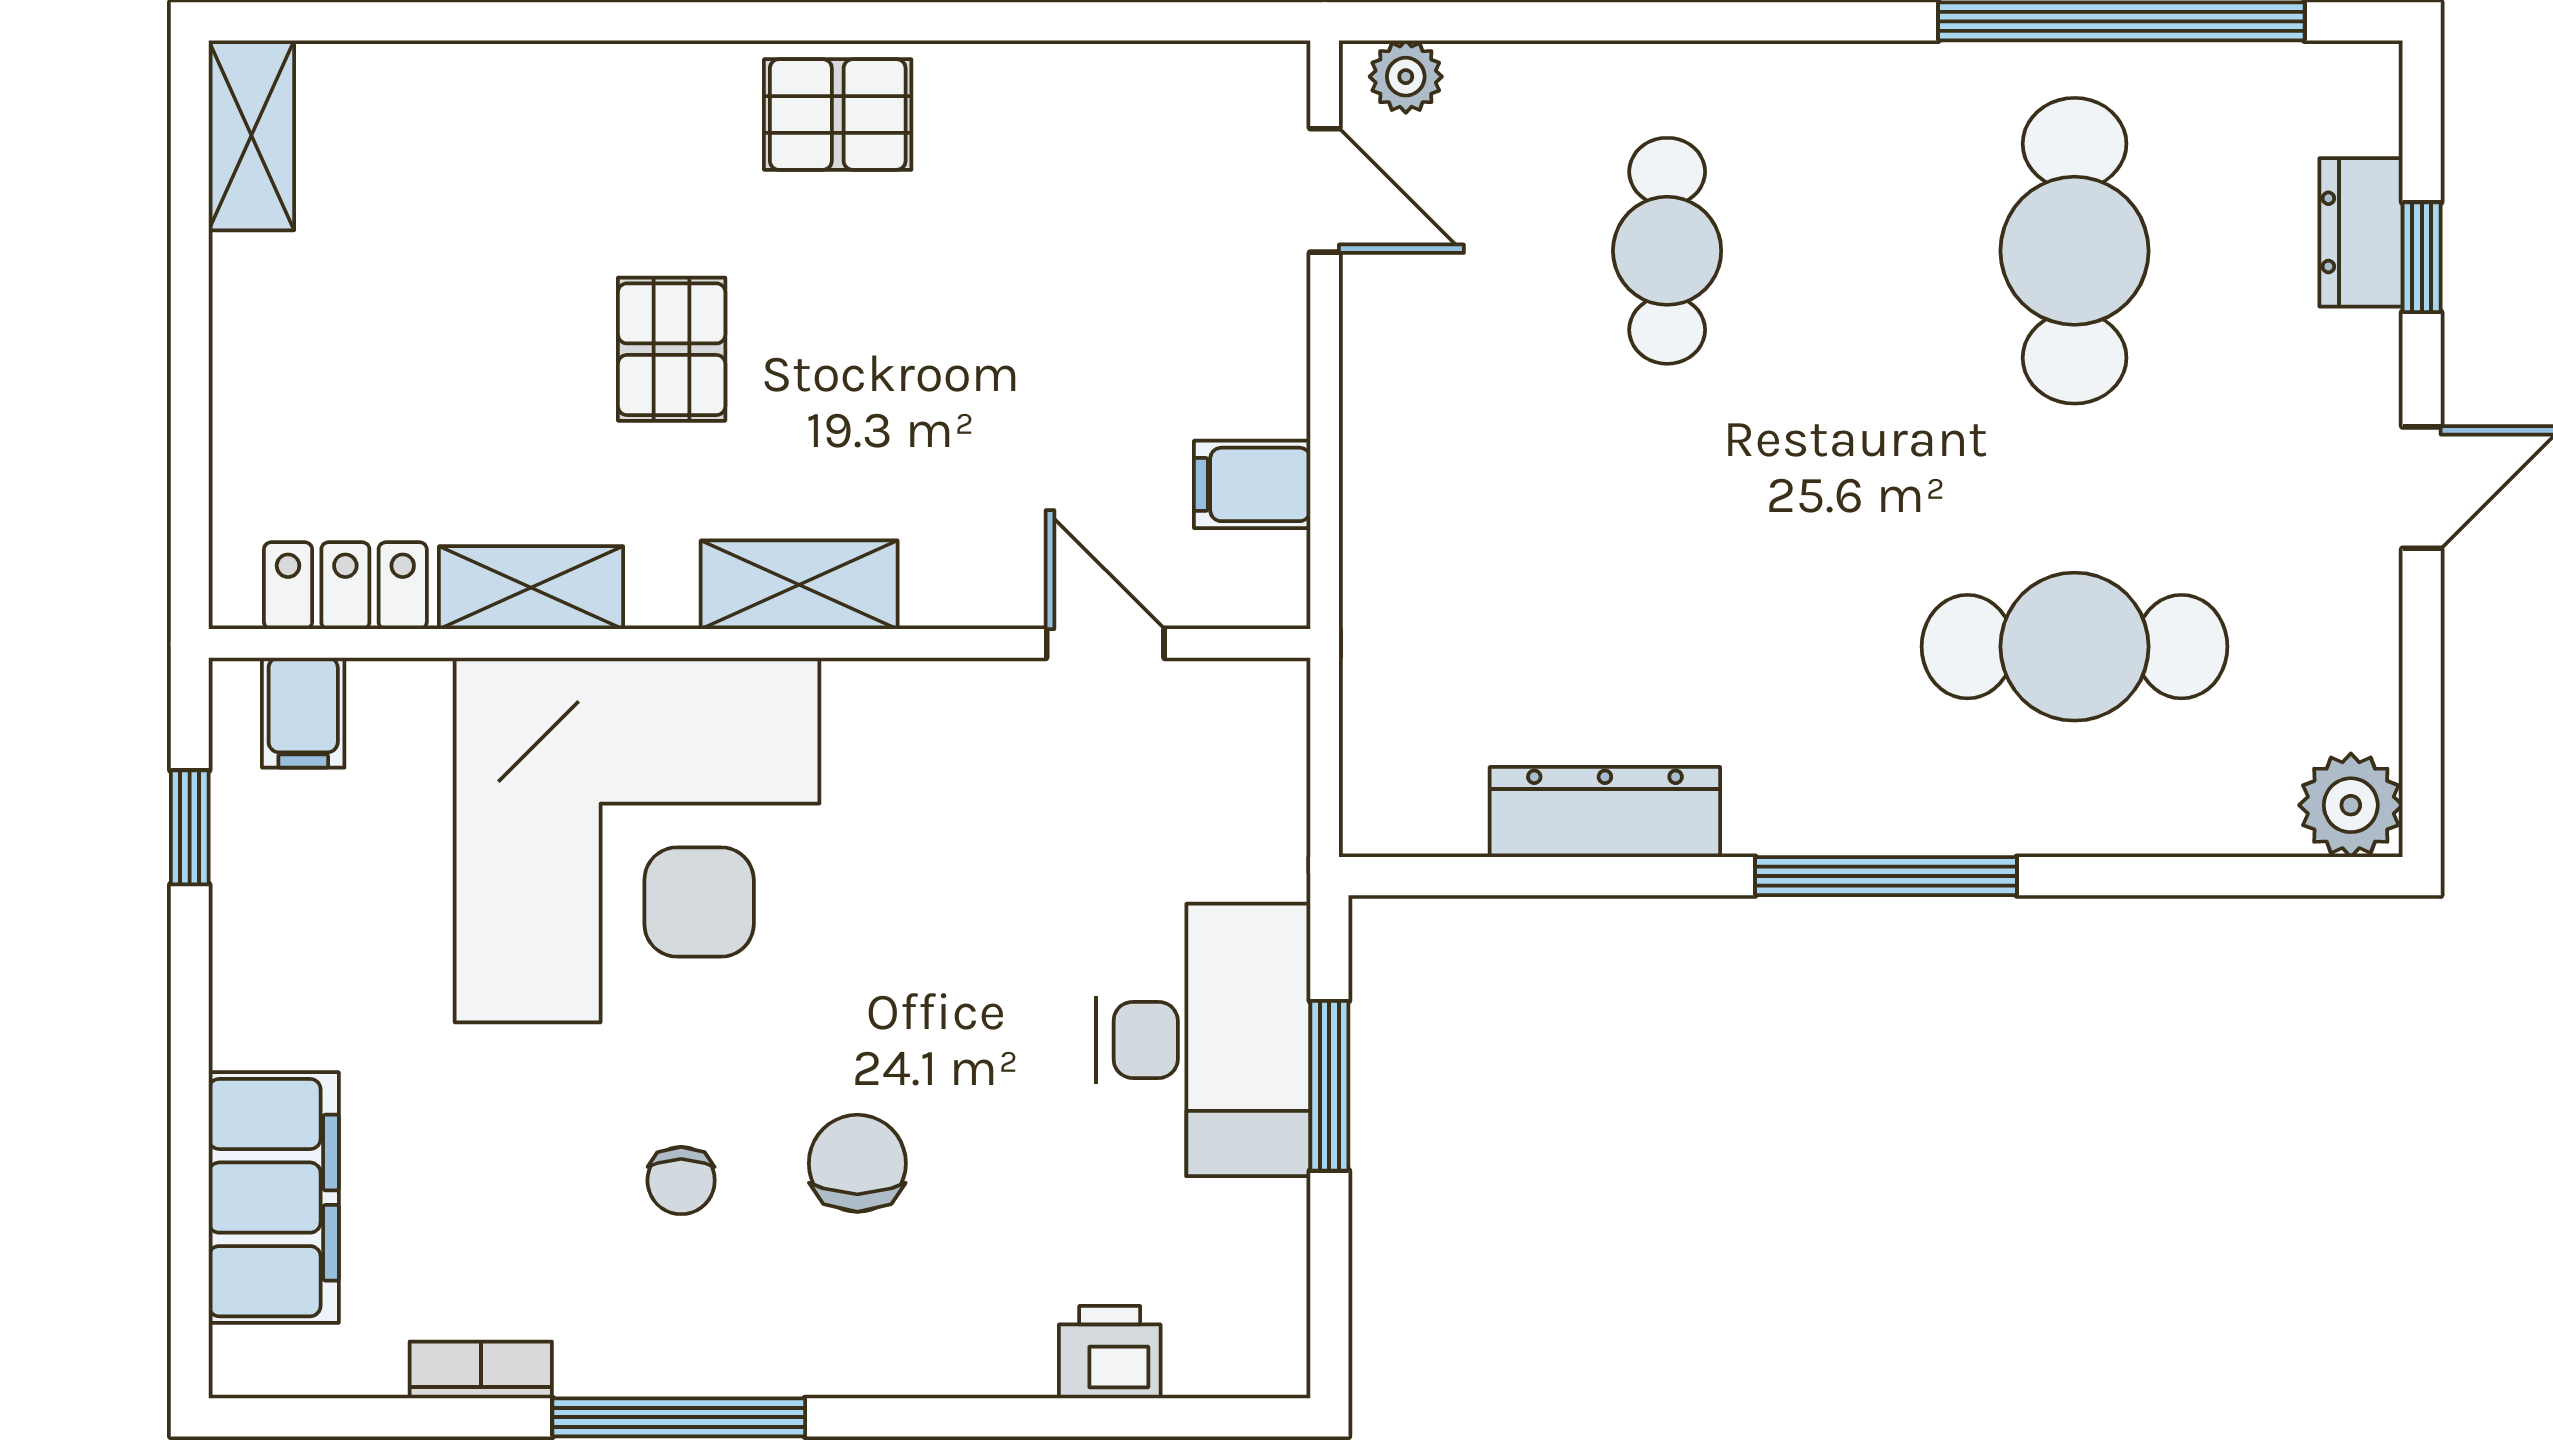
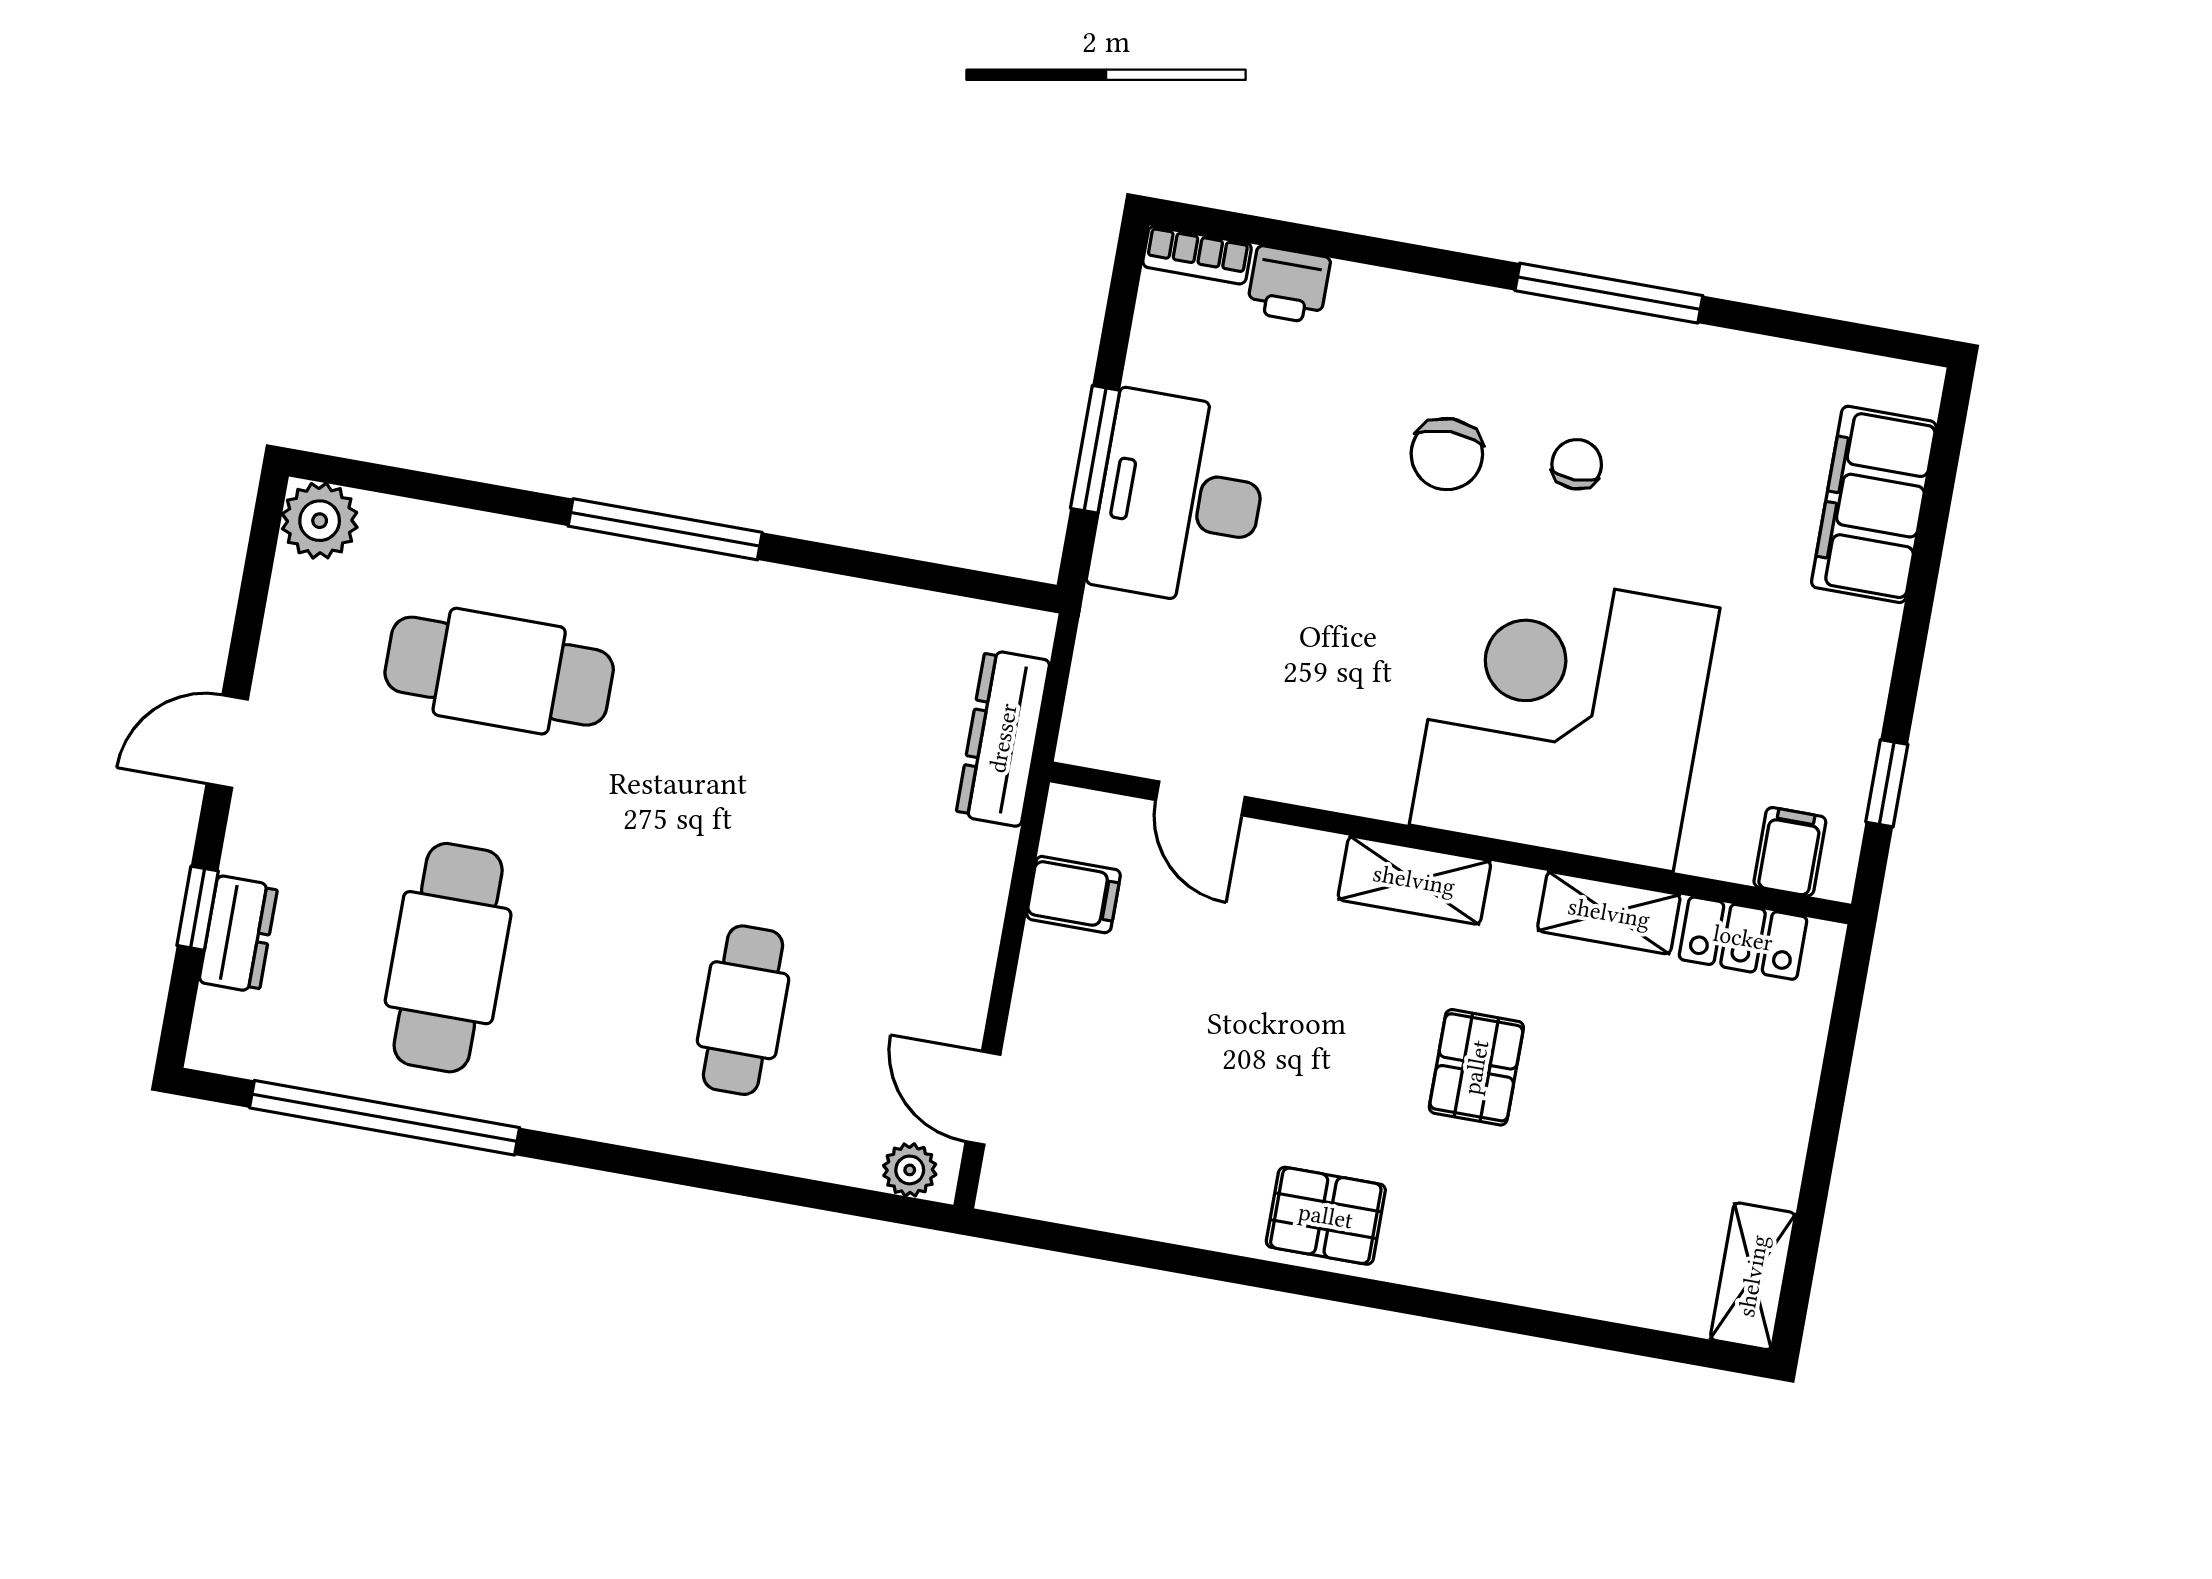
dresser: (1605, 812) -> (1003, 738), moved, turned 90
bookcase: (481, 1370) -> (1197, 255), moved

